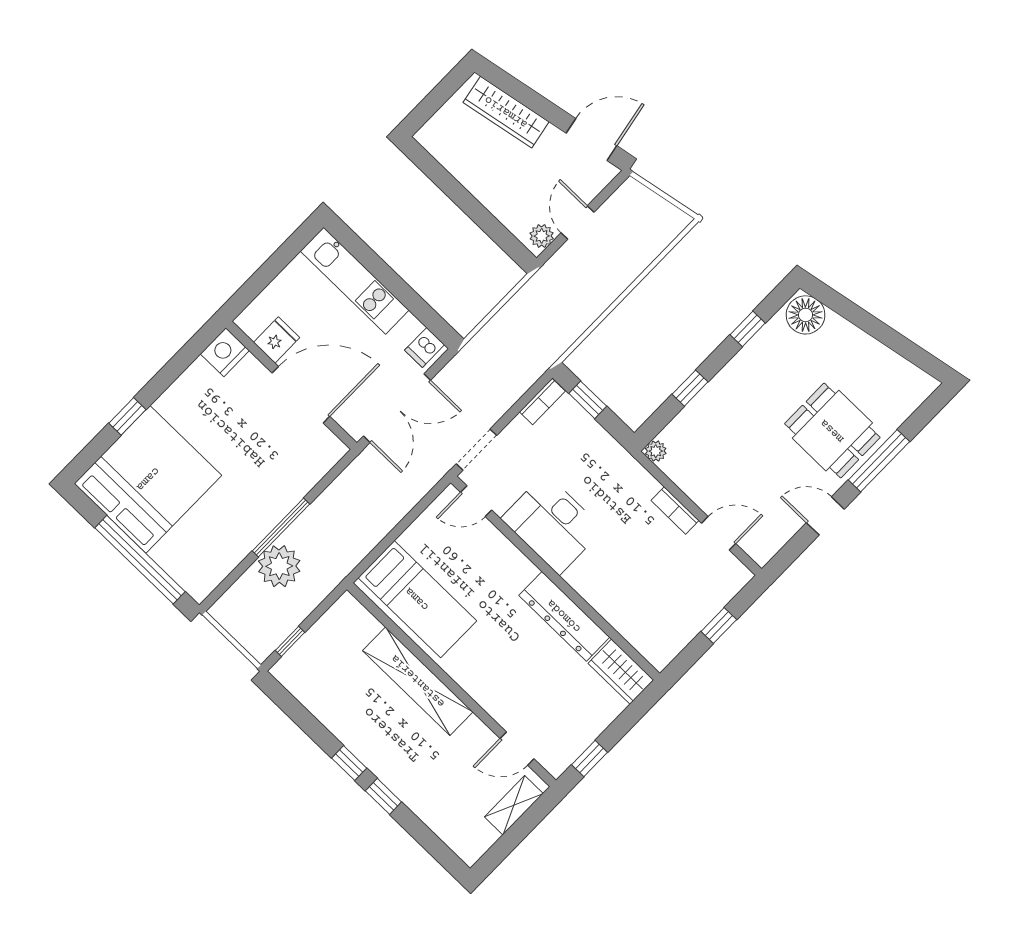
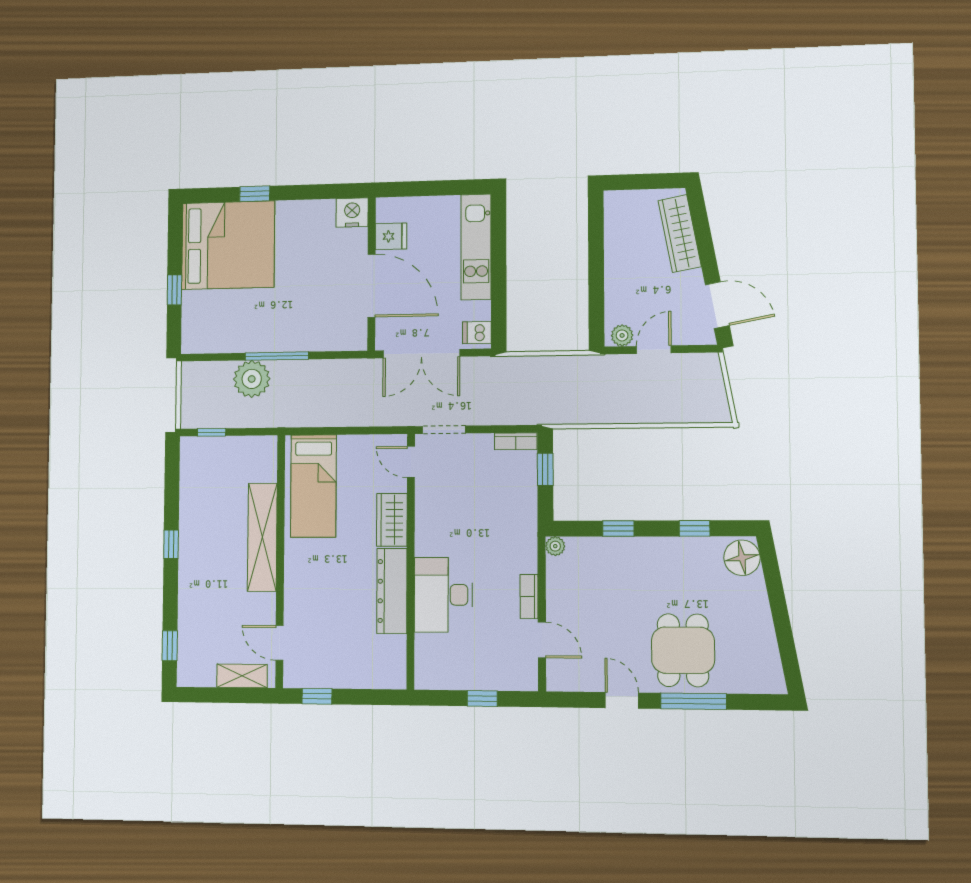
desk: (552, 524) -> (443, 595), moved
window: (140, 560) -> (174, 290), width x0.32
wardrobe: (621, 672) -> (392, 520), moved
window: (383, 796) -> (170, 646), moved

